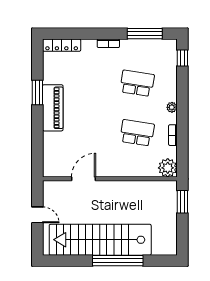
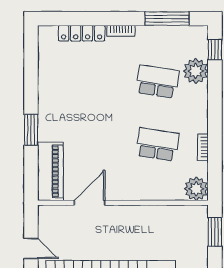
locker: (62, 45) -> (82, 33), moved
window: (37, 92) -> (31, 130), moved
plant: (172, 107) -> (196, 71), moved, width x1.87, depth x1.87
piano: (53, 108) -> (50, 171), moved

